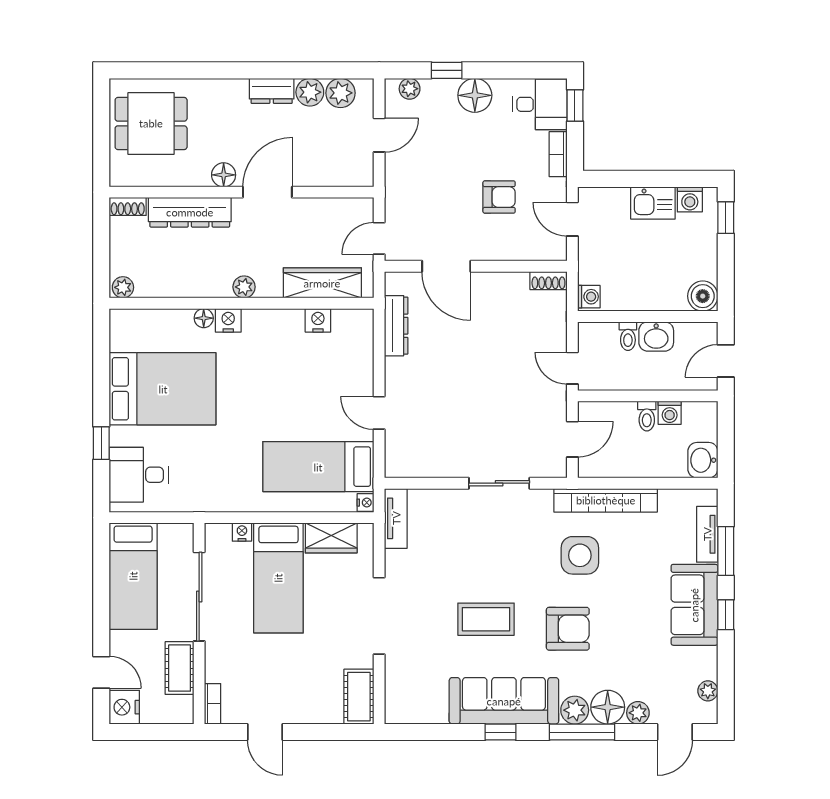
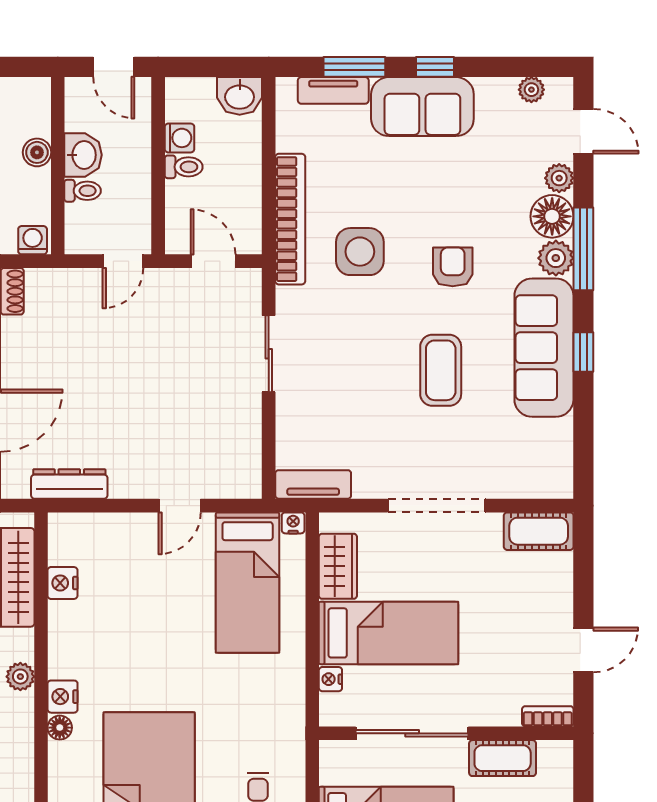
boiler: (703, 296) -> (37, 152), moved, width x0.73, depth x0.73
armchair: (568, 629) -> (453, 267), width x0.72, depth x0.72

